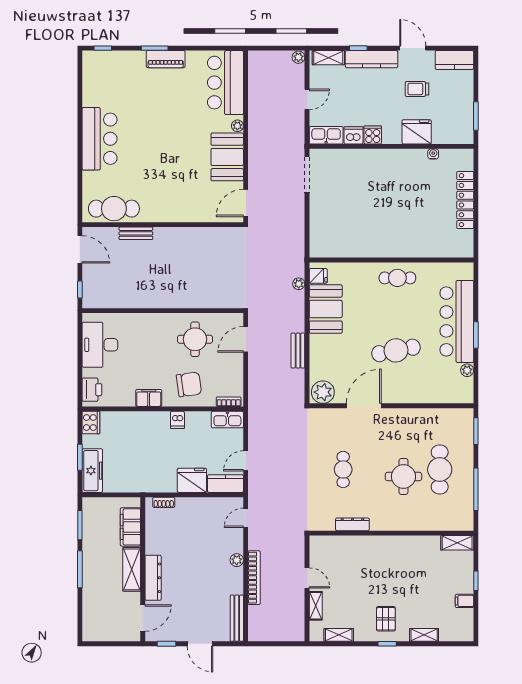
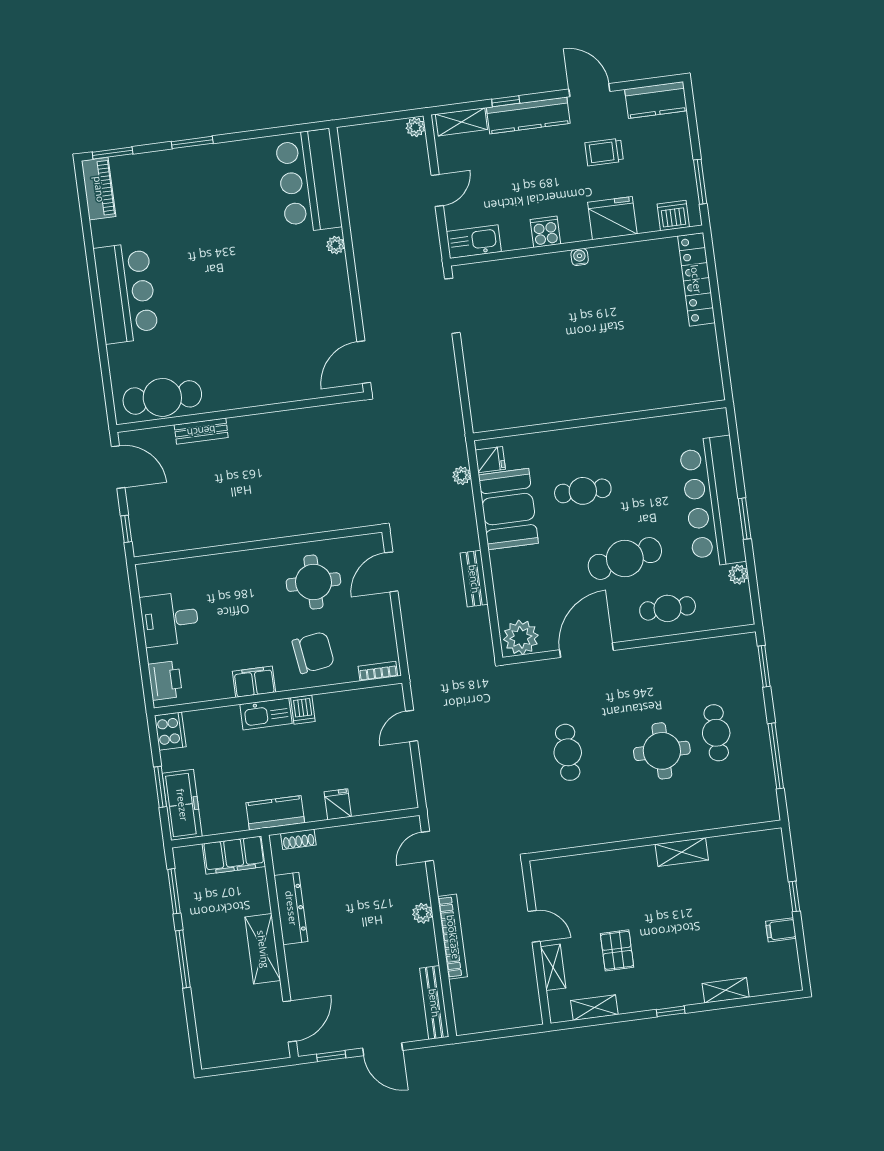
window: (103, 48) -> (113, 153), width x1.50
piano: (166, 59) -> (99, 189), moved, turned -90
dishwasher: (353, 135) -> (673, 216), moved
water cooler: (433, 154) -> (580, 257), moved
booth: (227, 157) -> (326, 295), removed
locker: (465, 200) -> (696, 279), moved
cafe table: (397, 278) -> (583, 491), moved
desk: (100, 345) -> (170, 619), width x0.73
cafe table: (419, 386) -> (668, 608), added
kitchen sink: (227, 420) -> (266, 714), moved
door: (246, 461) -> (412, 726), moved
cafe table: (440, 469) -> (716, 733), width x0.73, depth x0.74
fridge: (192, 480) -> (338, 804), width x0.53, depth x0.75
kitchen counter: (225, 484) -> (275, 813), moved
dresser: (352, 524) -> (593, 835), removed
filing cabinet: (130, 527) -> (234, 855), moved, turned -90
shelving: (457, 543) -> (682, 852), moved
dresser: (153, 578) -> (291, 908), moved
pallet: (386, 619) -> (617, 950), moved

